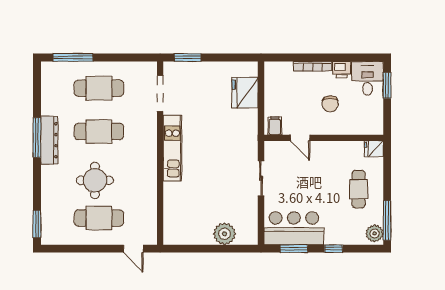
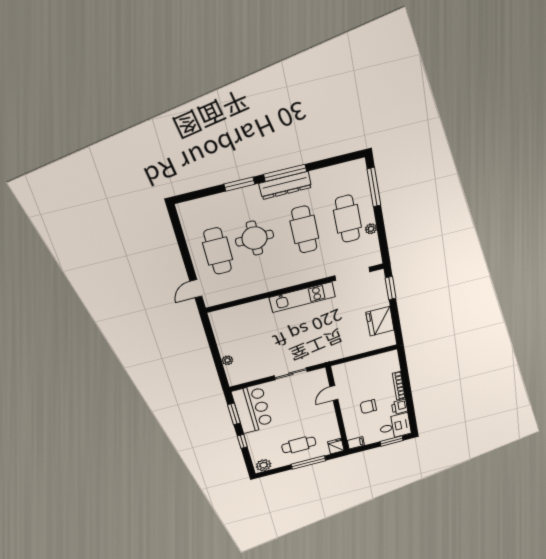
plant: (116, 67) -> (371, 229), added
fridge: (245, 93) -> (380, 321), moved, turned -90
filing cabinet: (275, 126) -> (356, 443), moved
window: (387, 220) -> (308, 462), moved
window: (37, 224) -> (239, 184), moved
plant: (224, 234) -> (227, 360), width x0.53, depth x0.53

